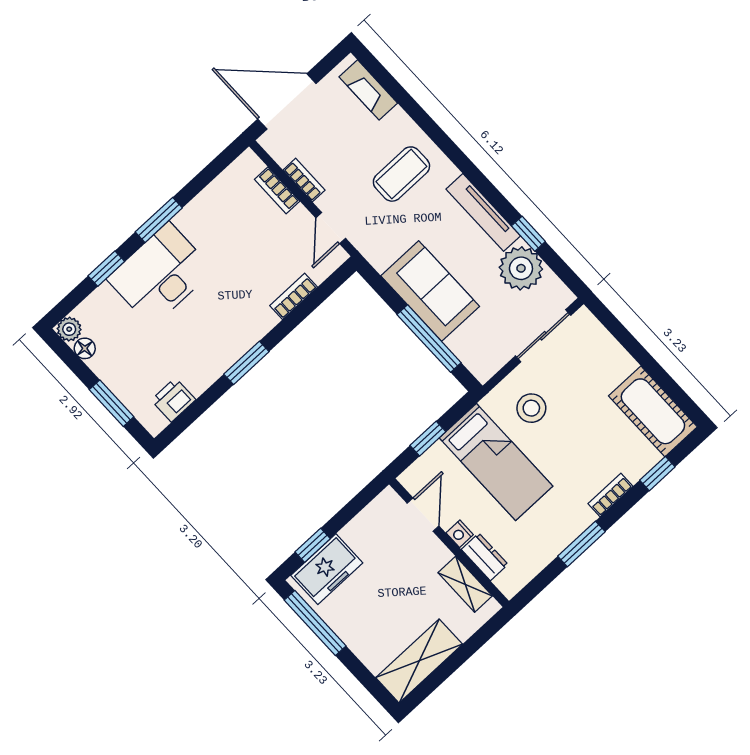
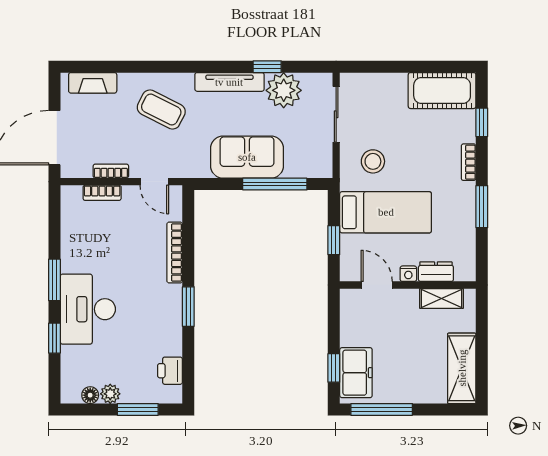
coffee table: (401, 174) -> (161, 109), turned -63
bookcase: (294, 296) -> (175, 253), width x1.56
plant: (69, 329) -> (110, 394), moved

